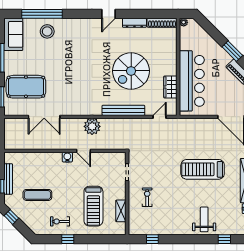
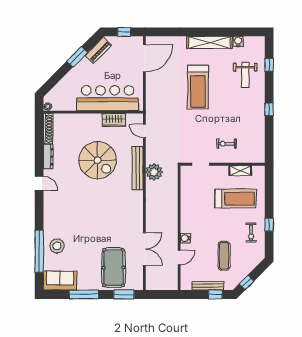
plant: (92, 126) -> (154, 172), moved
door: (83, 151) -> (179, 257), moved
water cooler: (67, 157) -> (185, 238), moved
weight bench: (204, 219) -> (245, 75), moved, turned -90
window: (152, 239) -> (269, 109), moved

